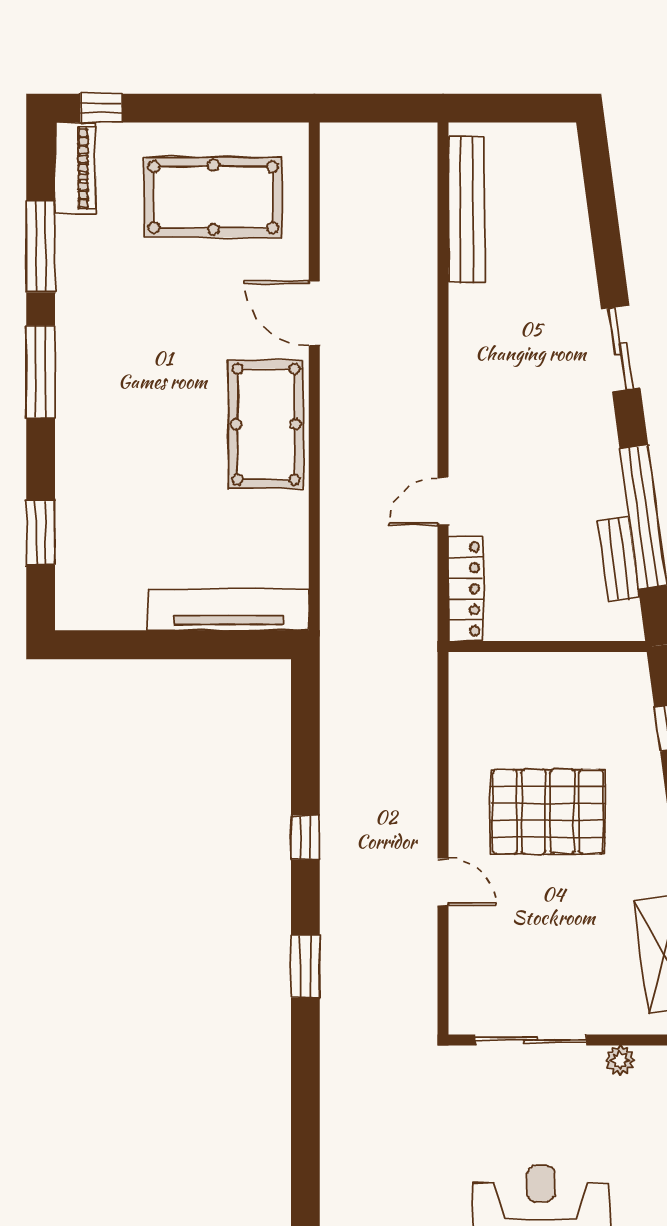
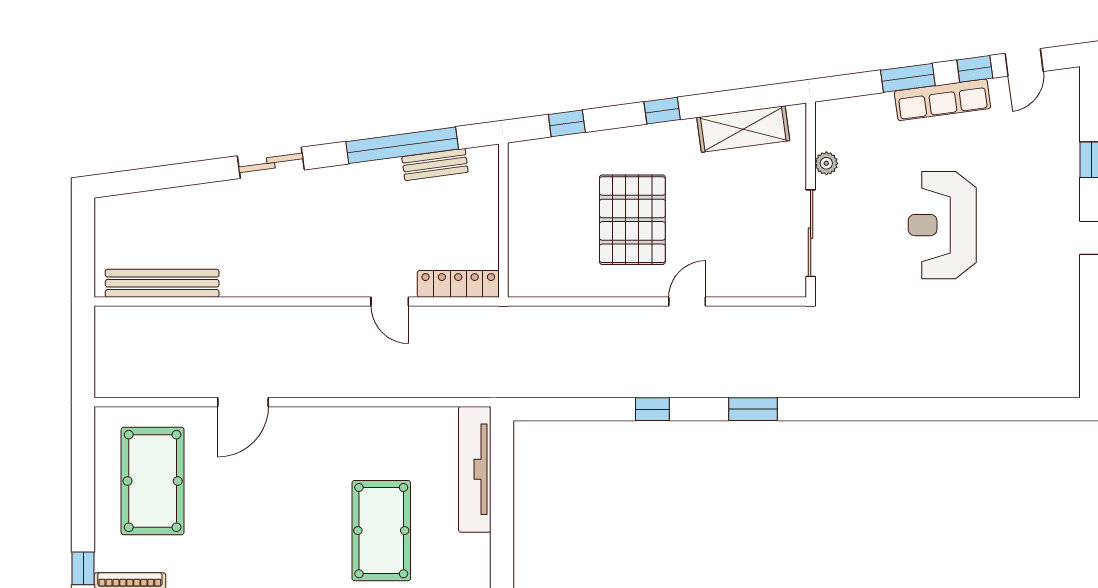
pool table: (266, 424) -> (381, 531), moved, turned 90

